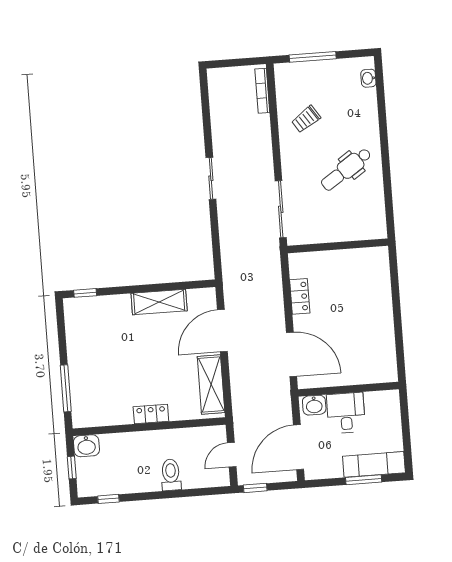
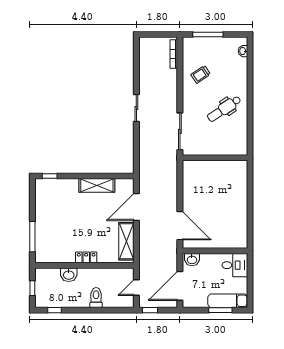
locker: (300, 296) -> (188, 189), removed
desk: (346, 413) -> (235, 265), moved, turned 90
washbasin: (86, 446) -> (69, 275), moved

